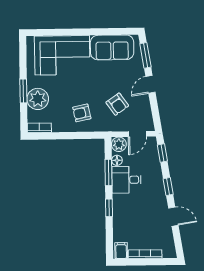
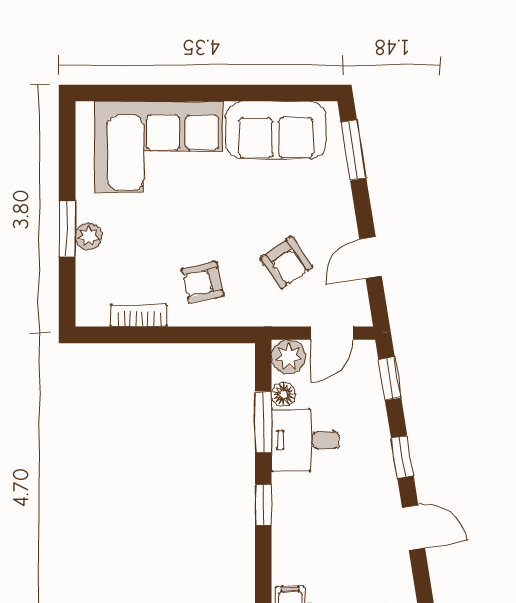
door: (150, 84) -> (371, 258), moved
plant: (38, 99) -> (89, 237), width x0.53, depth x0.53
bookcase: (39, 128) -> (139, 315), moved

